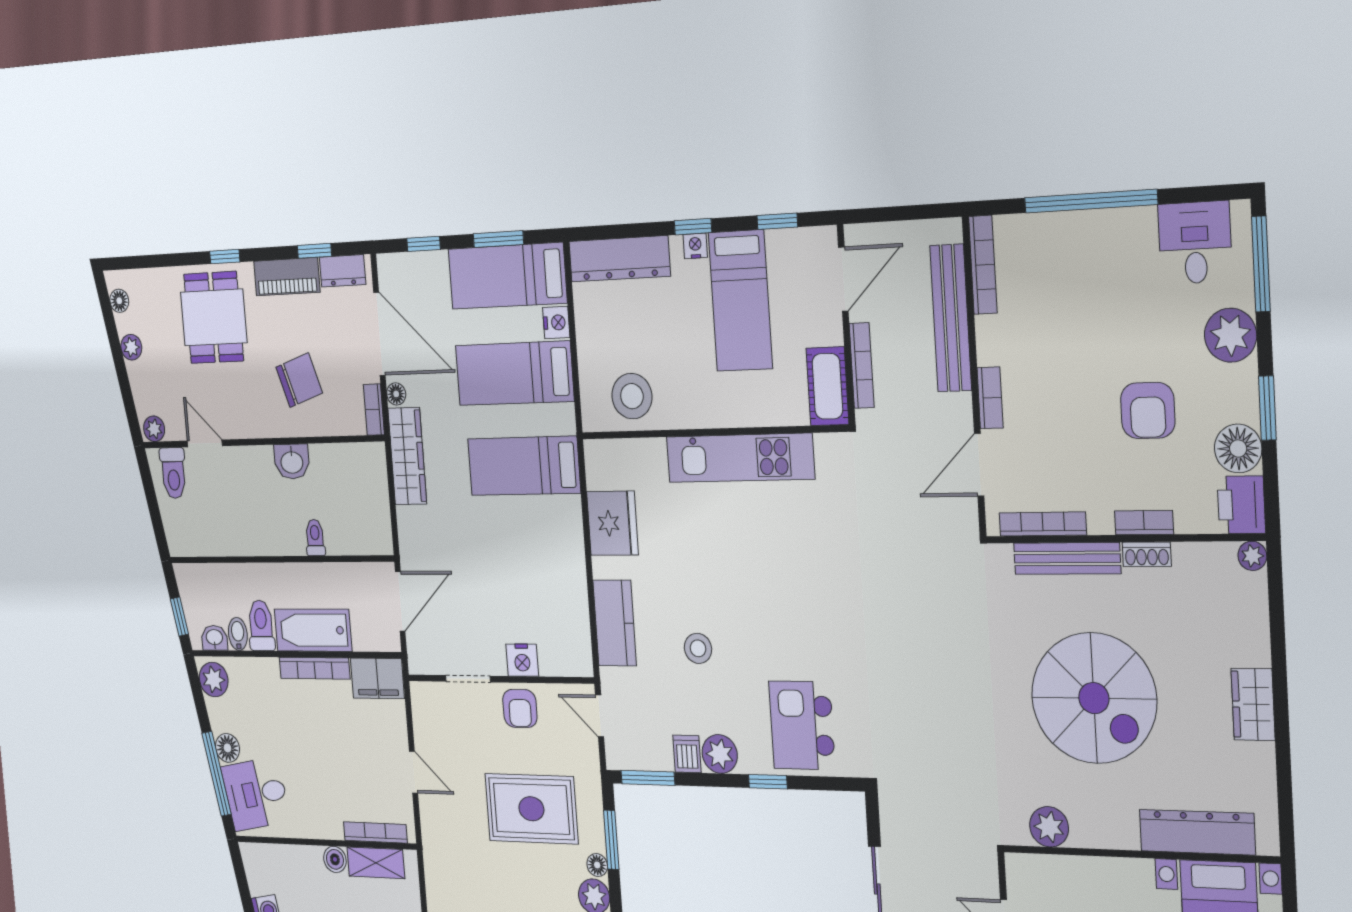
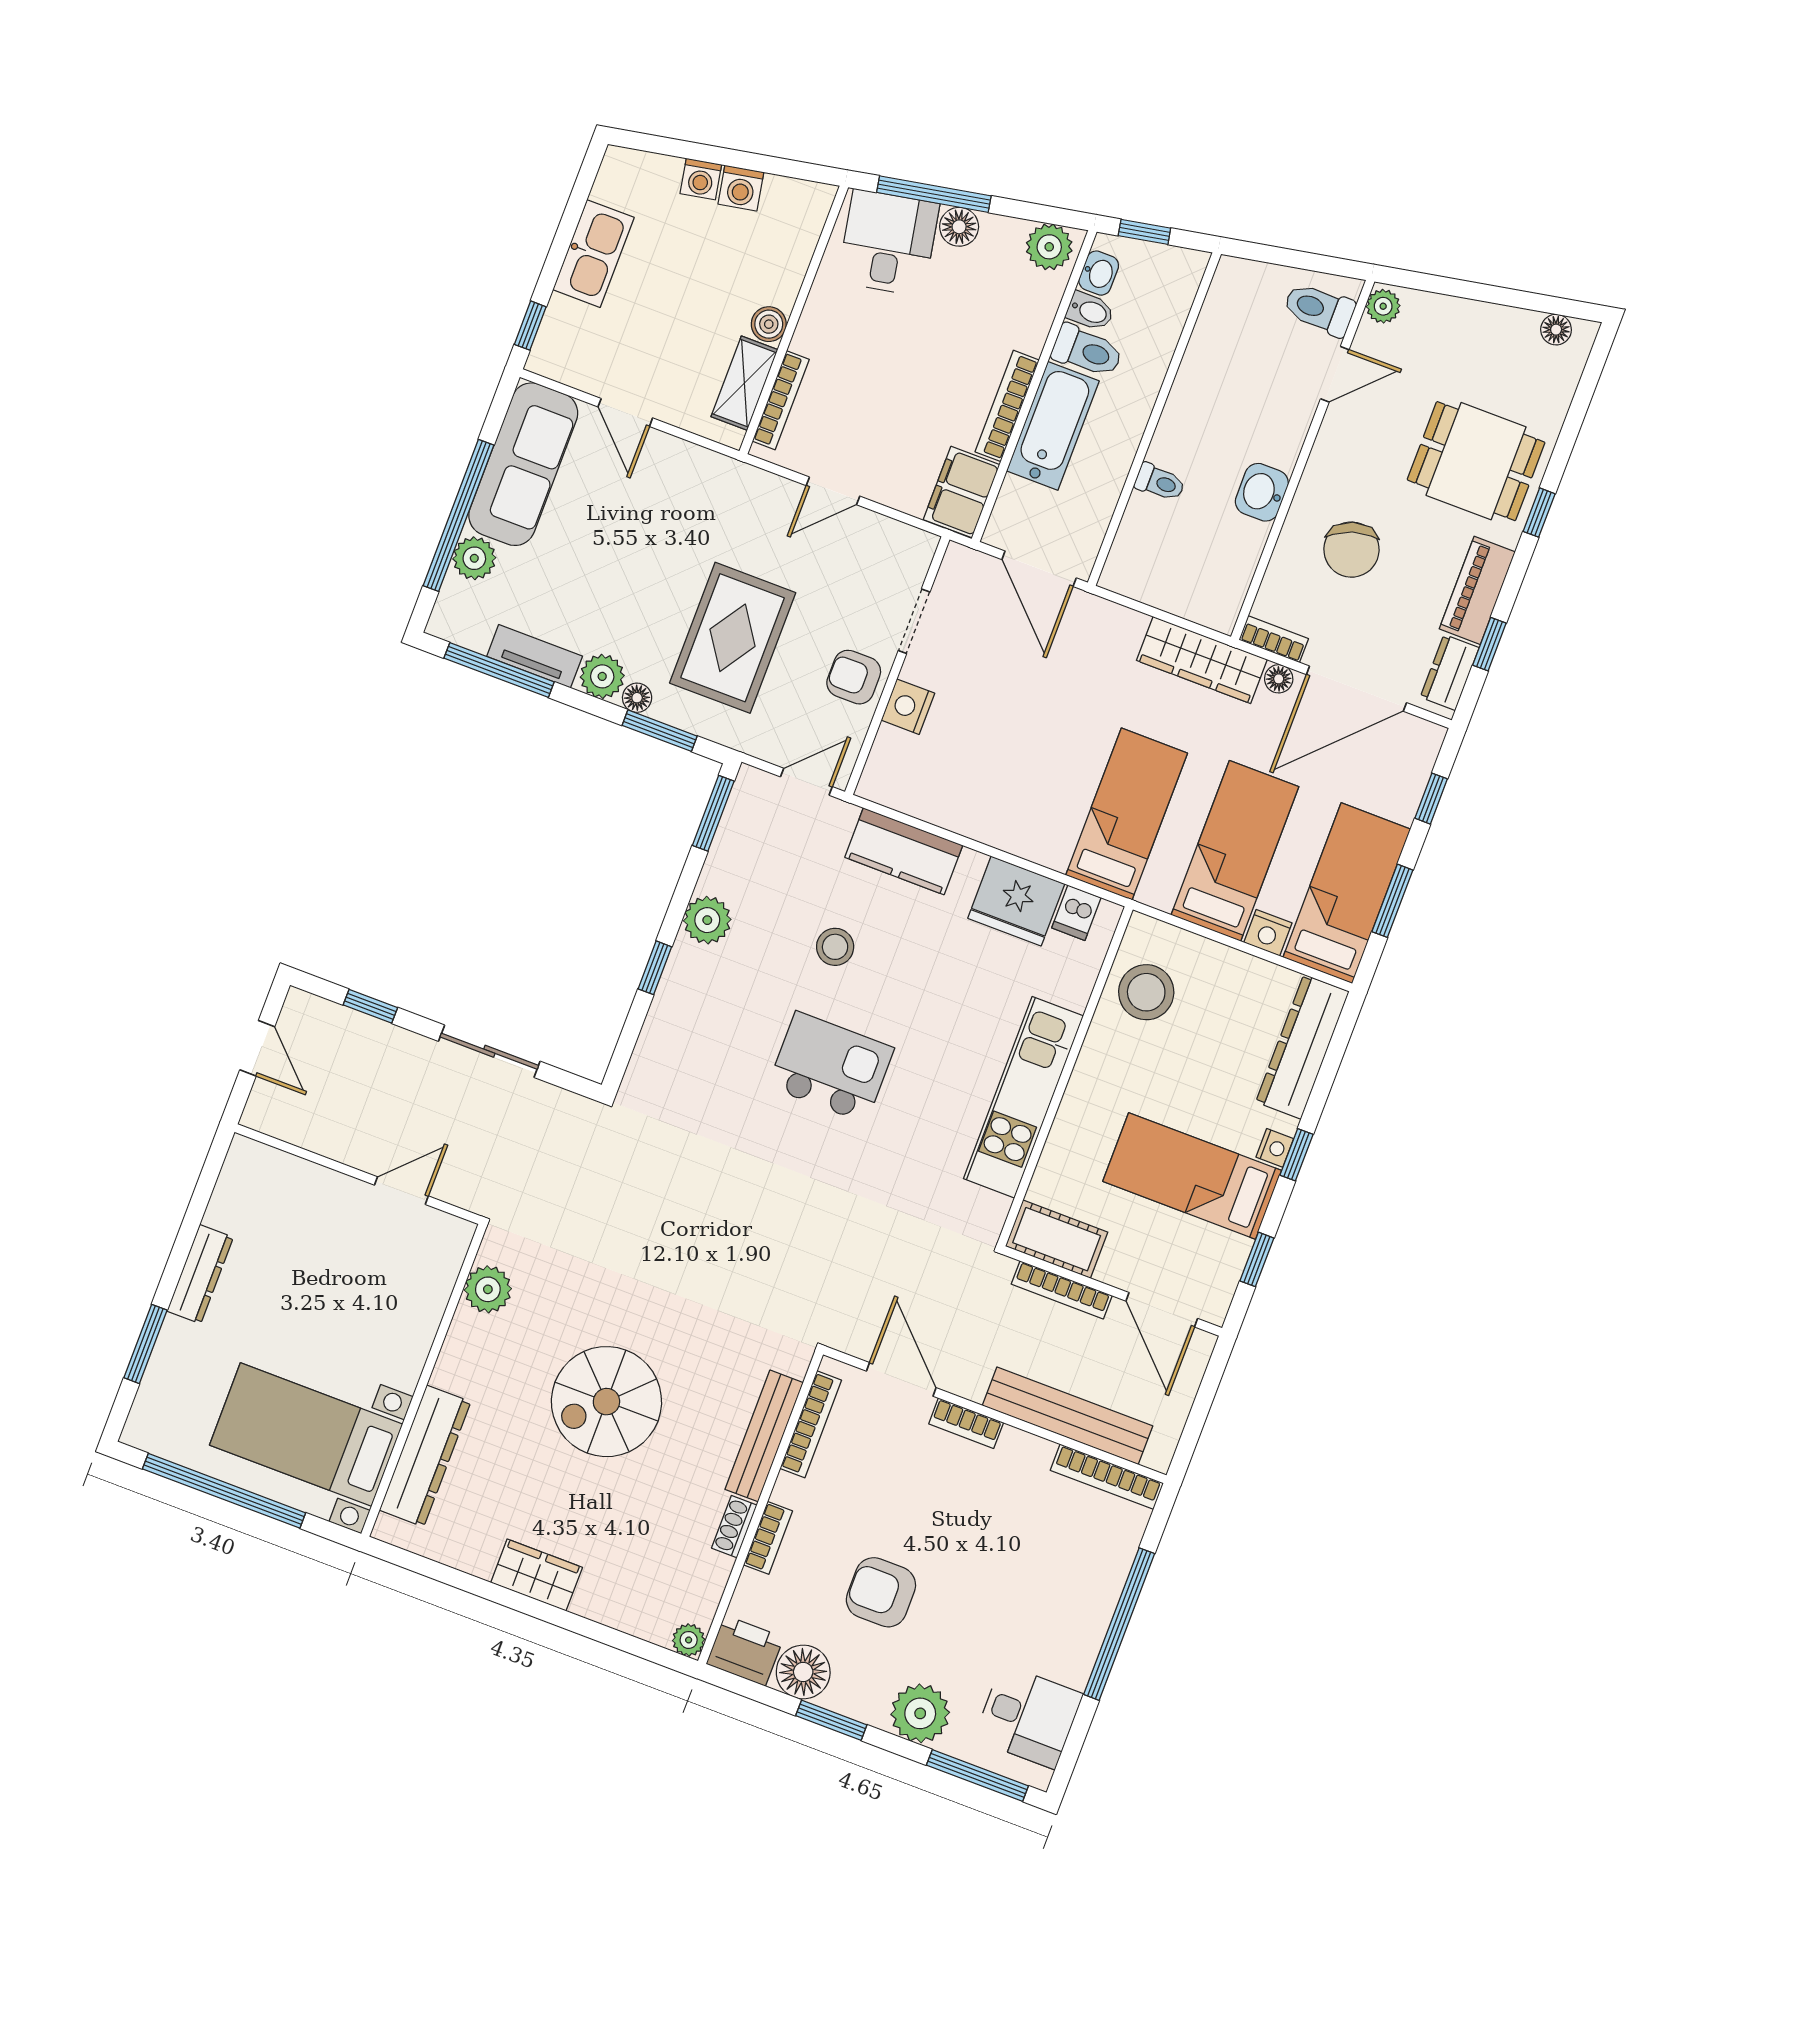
plant: (131, 347) -> (1494, 320), removed
spiral stairs: (1094, 698) -> (606, 1402), width x0.73, depth x0.73
kitchen island: (802, 725) -> (831, 1067), moved
dishwasher: (687, 754) -> (1076, 913), moved, turned 90

